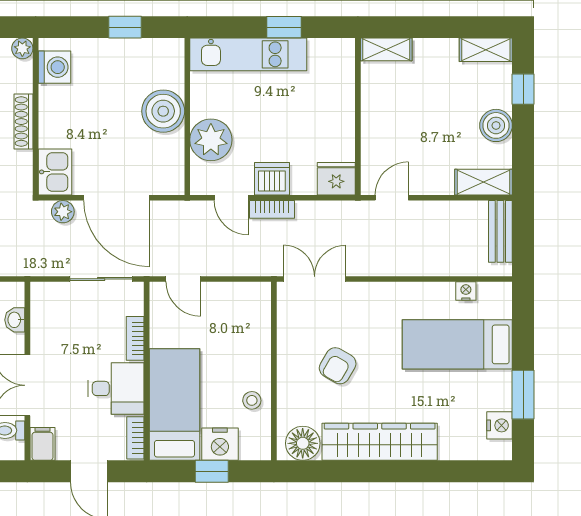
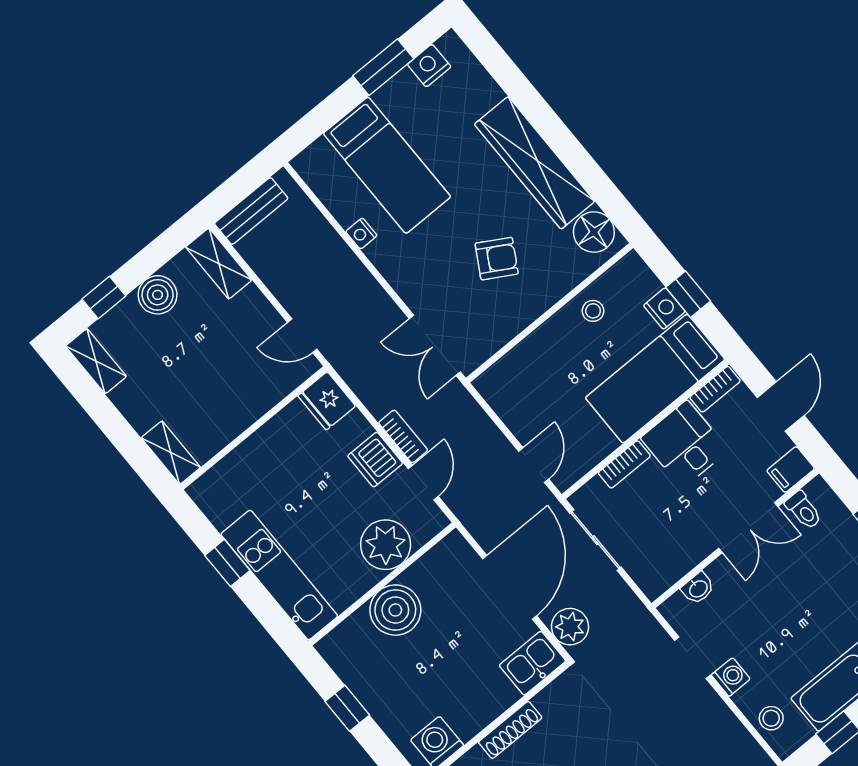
plant: (63, 212) -> (570, 627), width x1.38, depth x1.38
nightstand: (466, 291) -> (361, 234), moved
nightstand: (220, 444) -> (664, 308), width x0.74, depth x0.75

